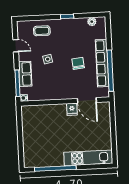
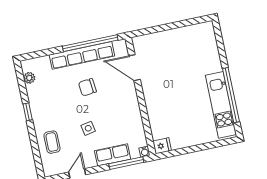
door: (87, 100) -> (134, 68), swing flipped
fridge: (72, 109) -> (162, 146), moved
kitchen unit: (88, 158) -> (221, 105), moved

